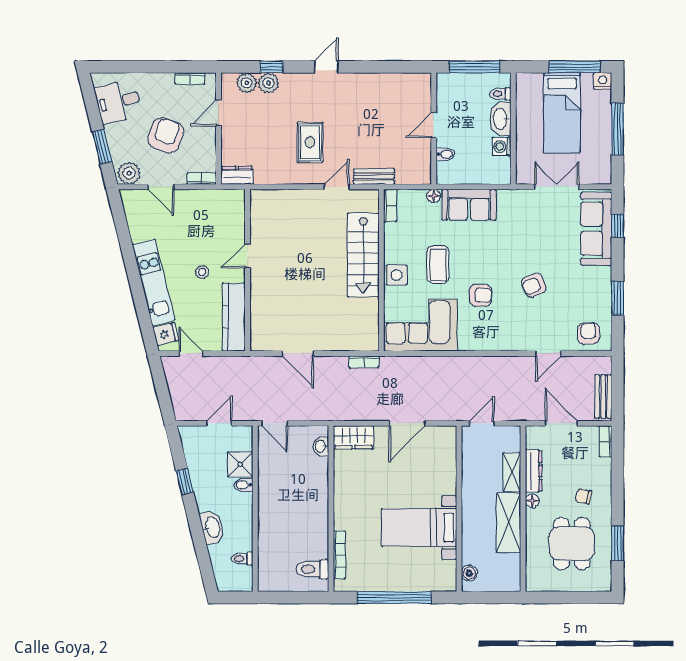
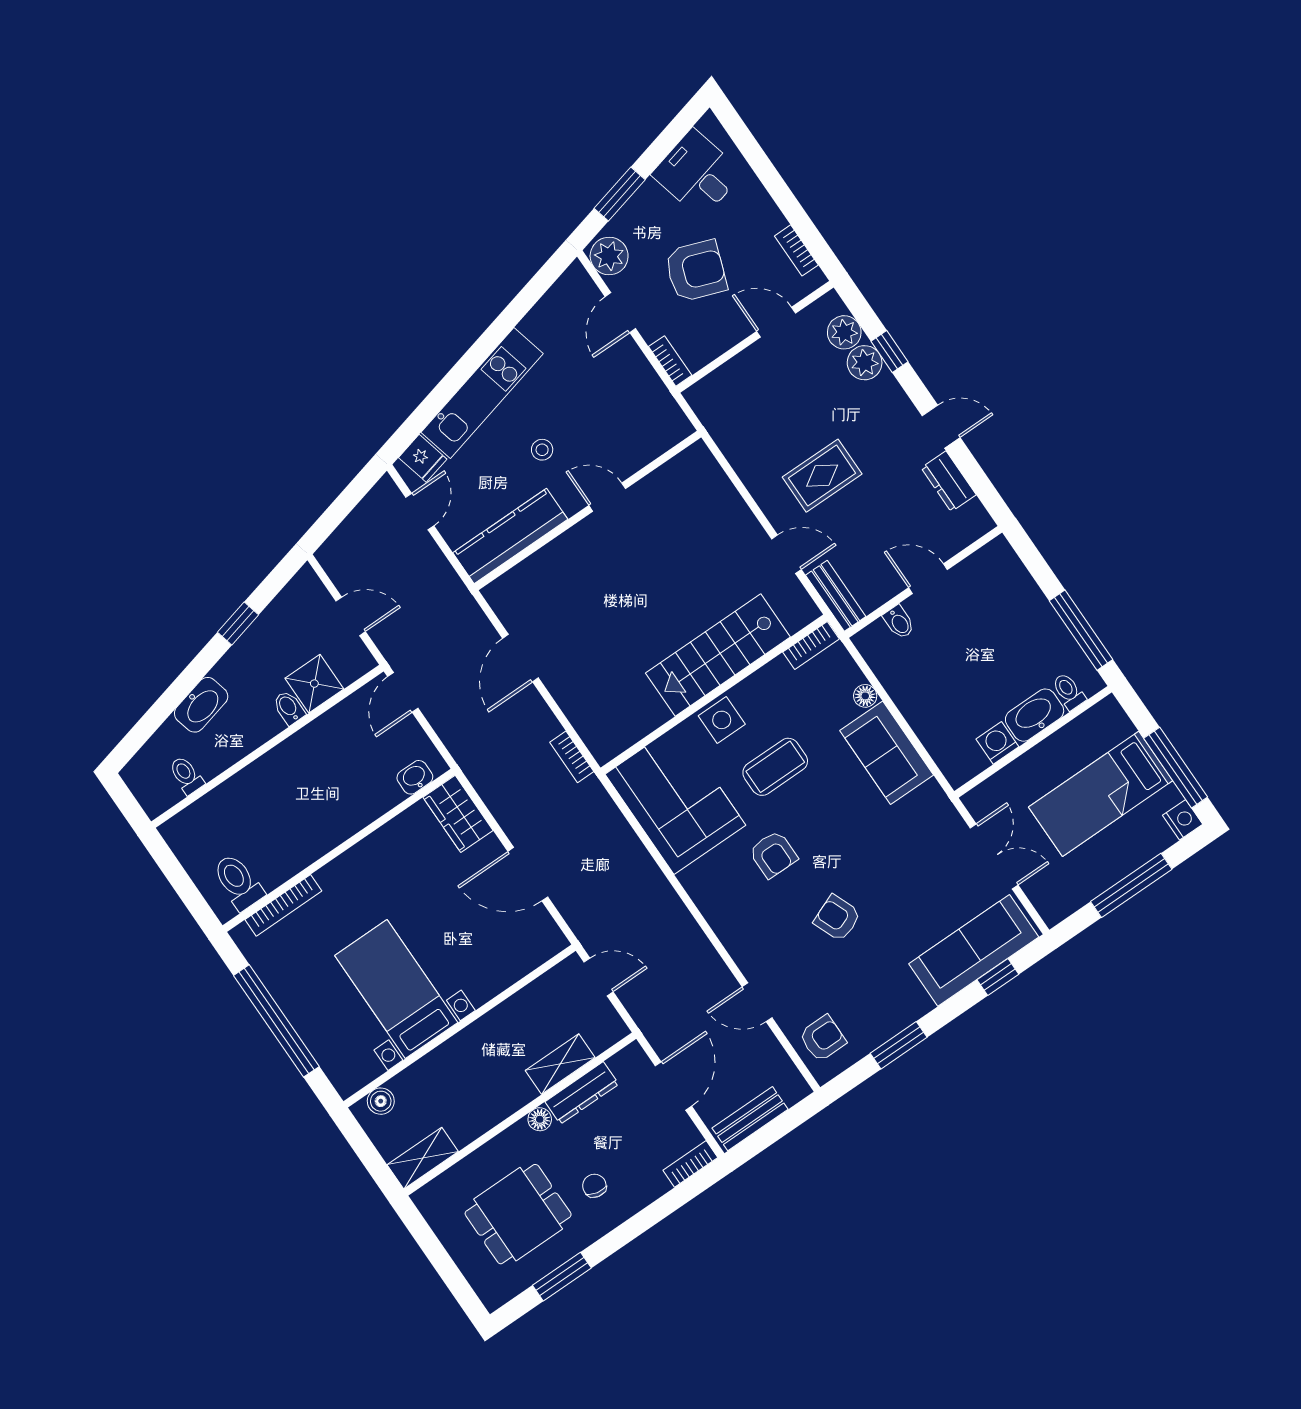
door: (434, 125) -> (928, 579), moved
wall: (434, 129) -> (923, 582), moved
bidet: (445, 154) -> (899, 622), moved
dresser: (237, 175) -> (949, 481), moved, turned 180
shelving: (509, 523) -> (423, 1158), moved, width x0.67, depth x0.75

